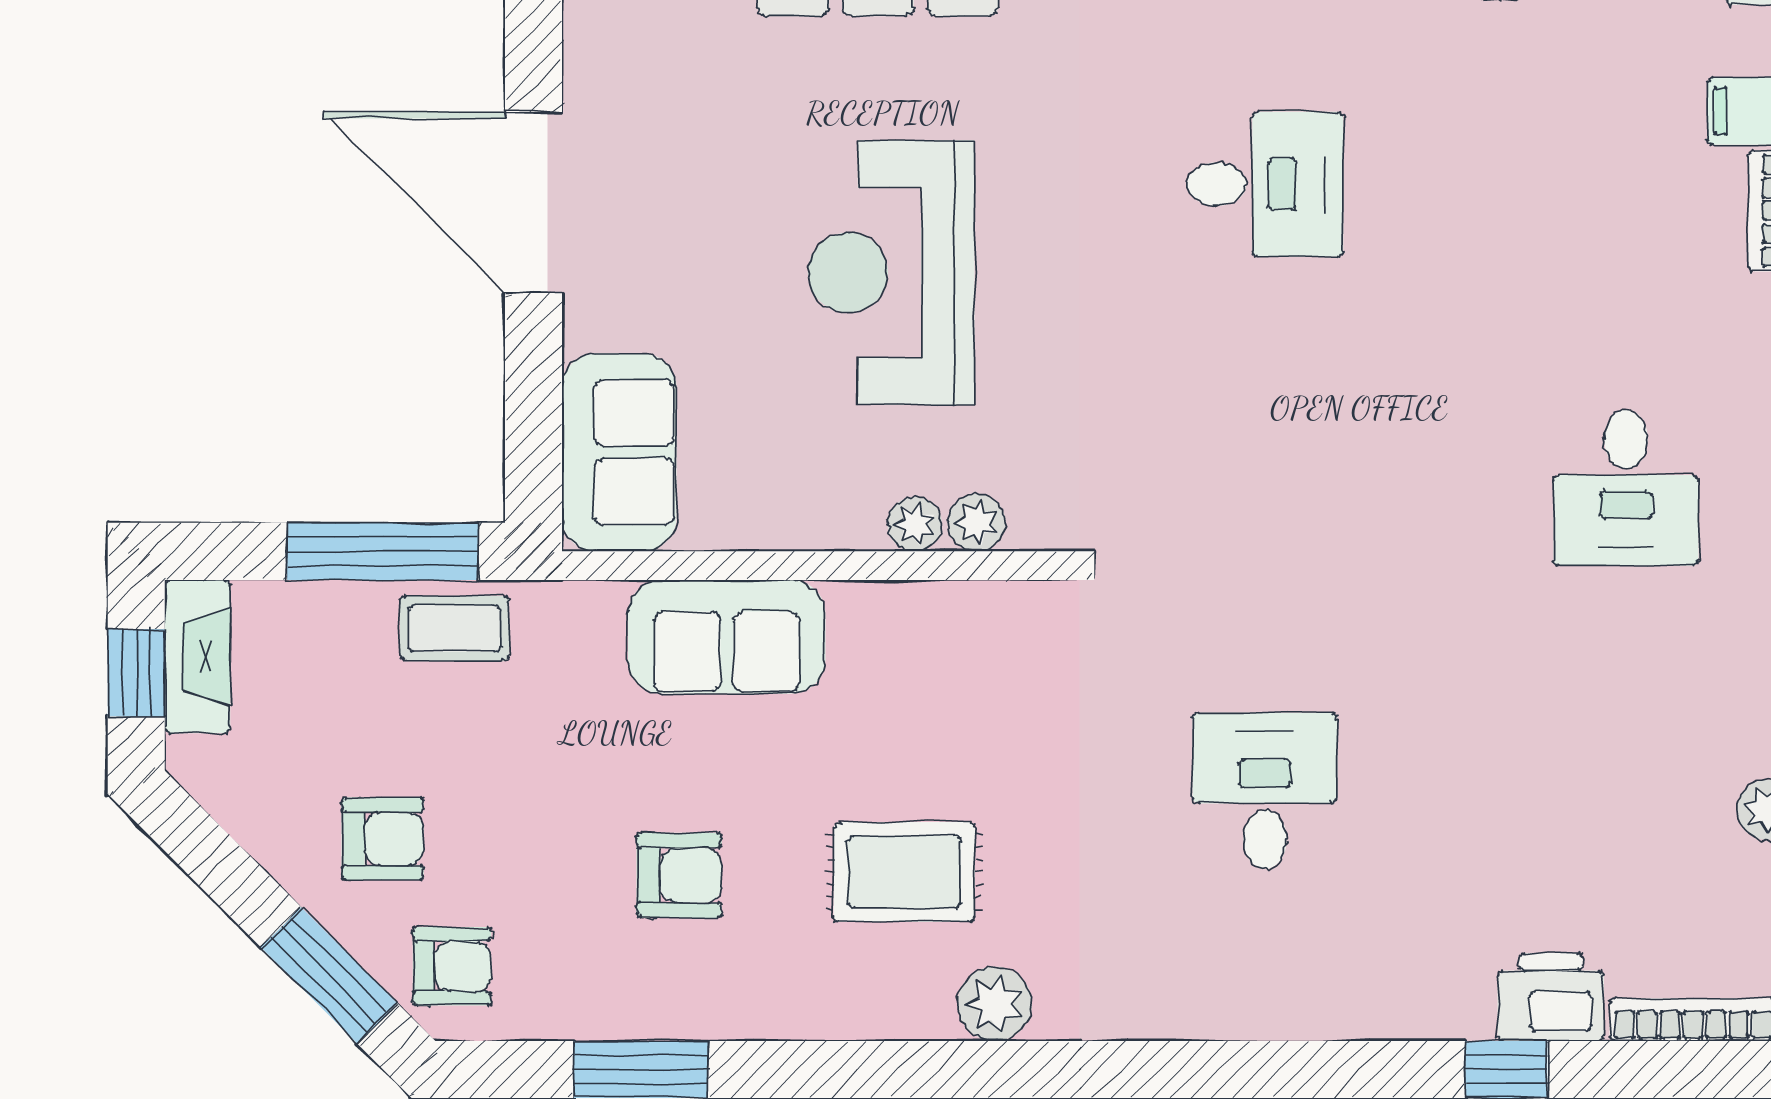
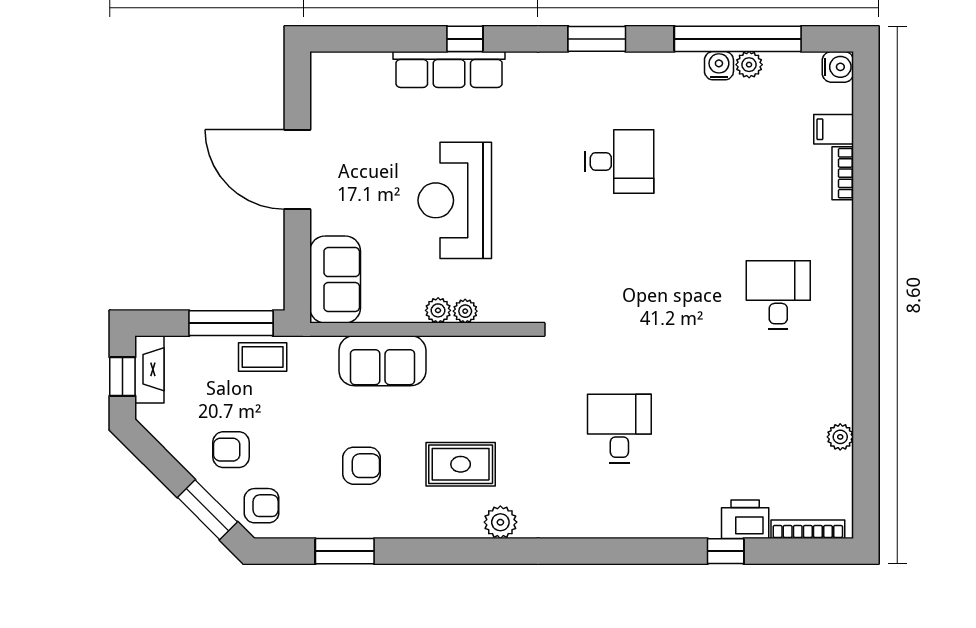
desk: (1626, 487) -> (778, 295), turned 180
plant: (976, 522) -> (438, 310), moved
armchair: (383, 839) -> (231, 450), turned 180

